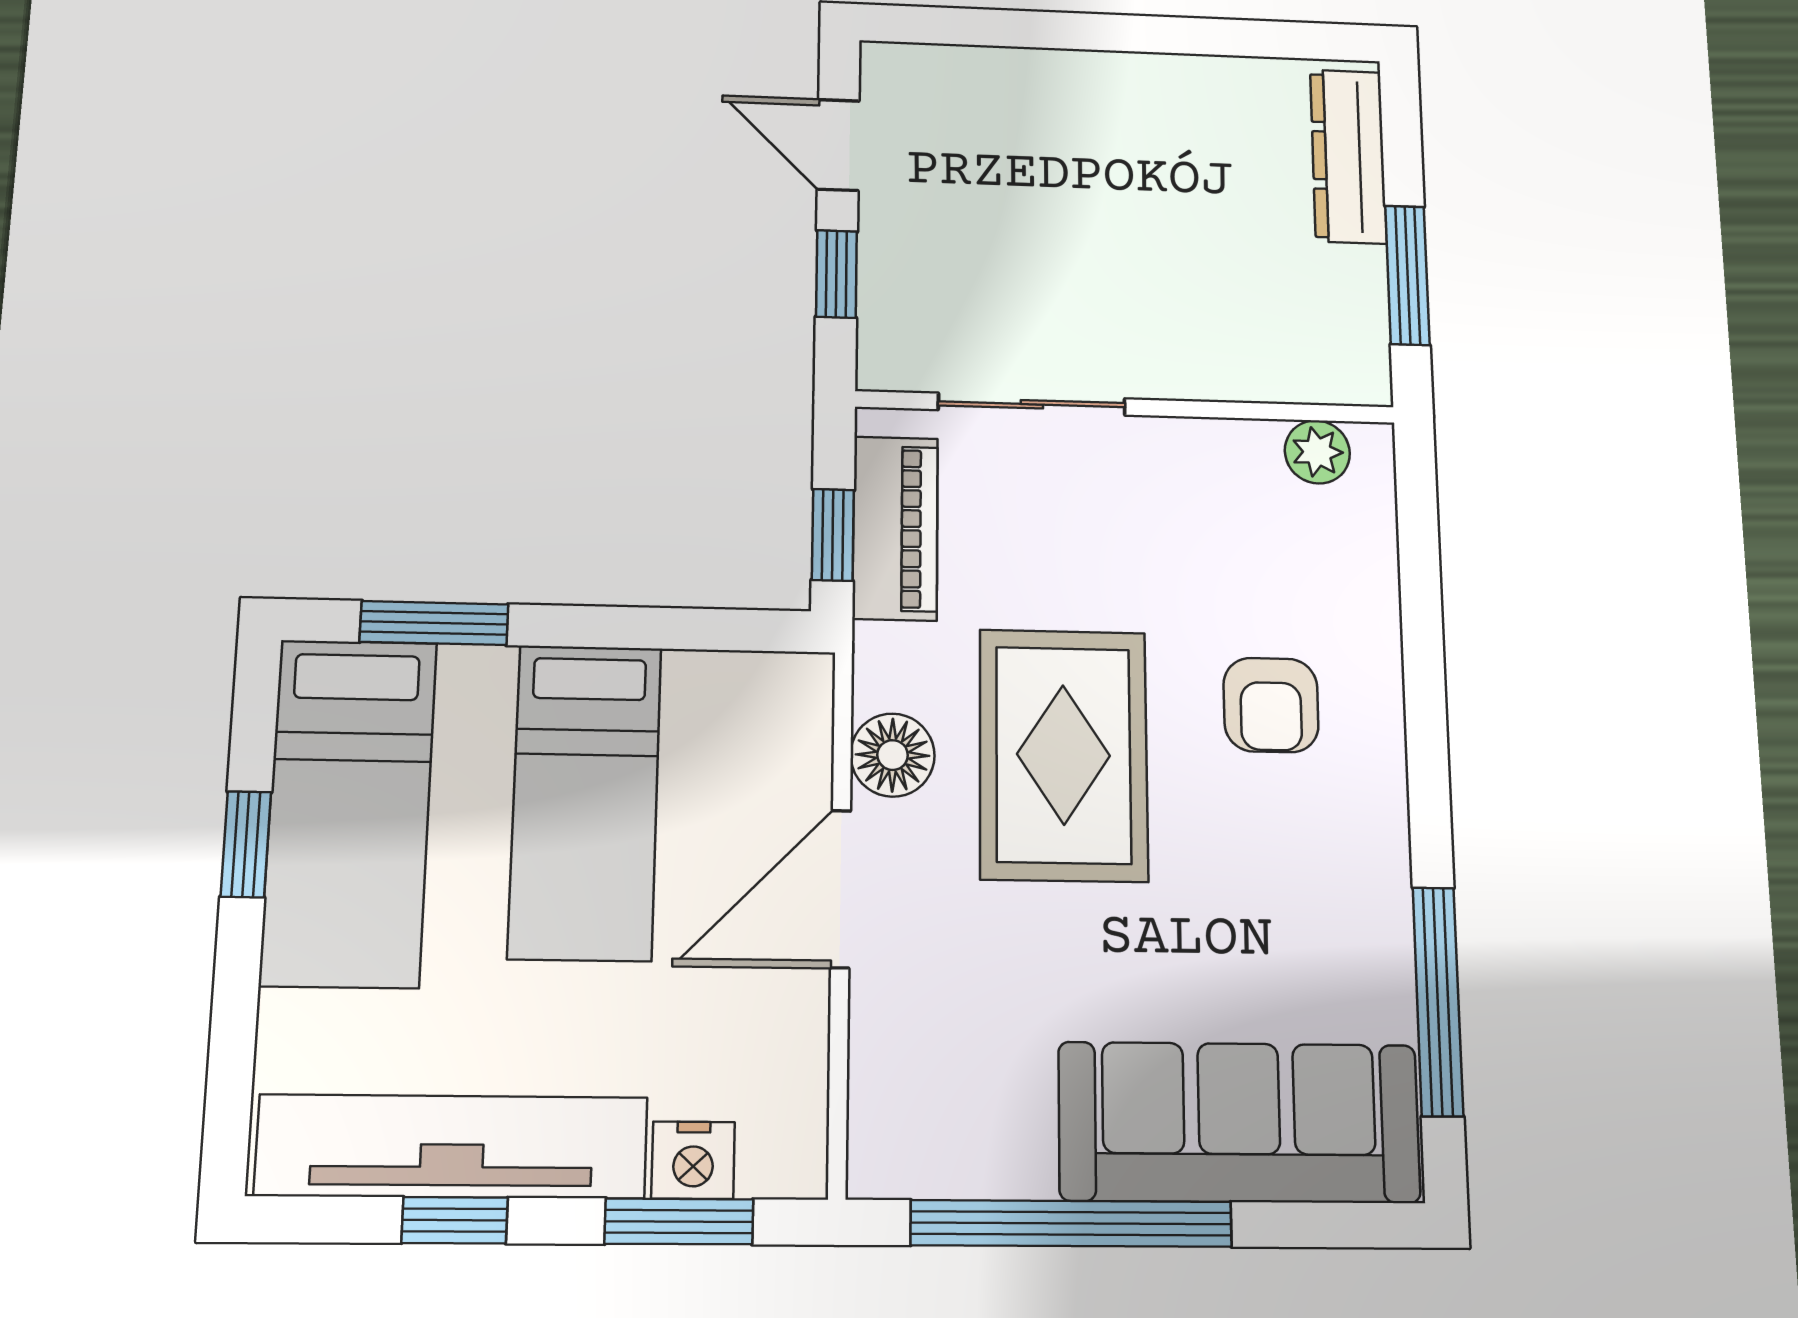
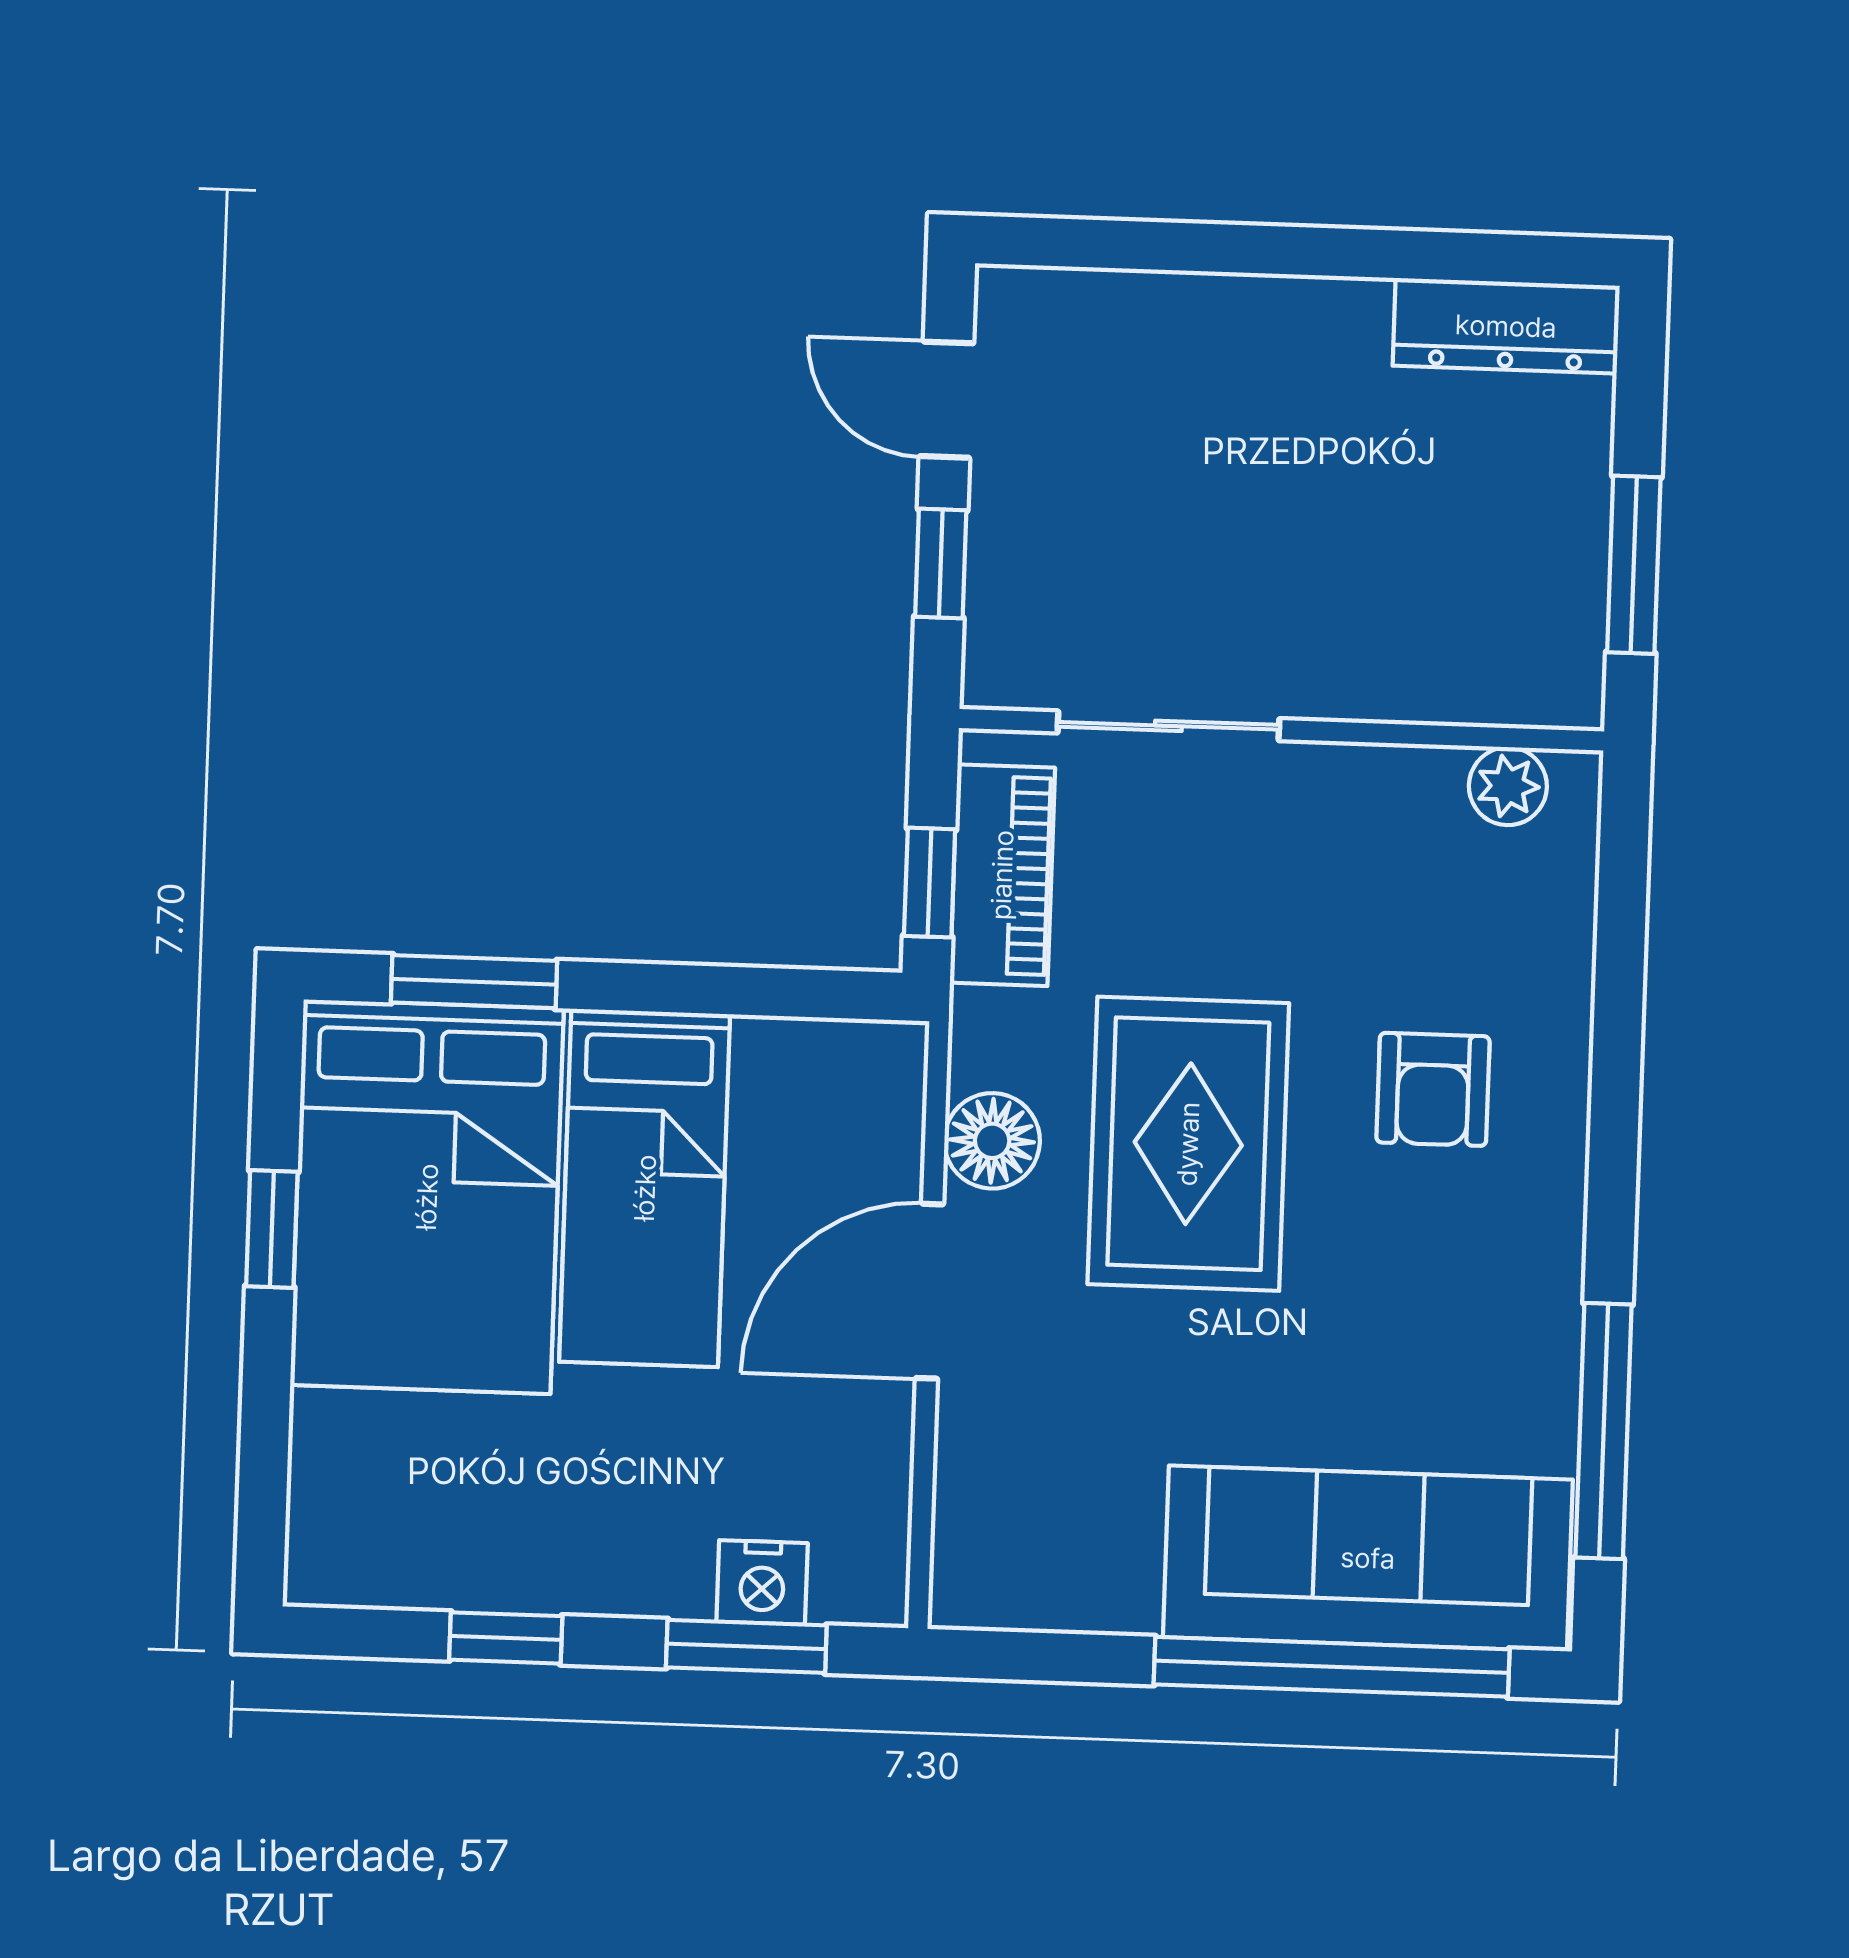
dresser: (1348, 156) -> (1506, 326), moved, turned -90
bed: (349, 812) -> (427, 1197), width x1.50
tv unit: (452, 1146) -> (502, 1561), removed
window: (1072, 1224) -> (1332, 1667), moved

